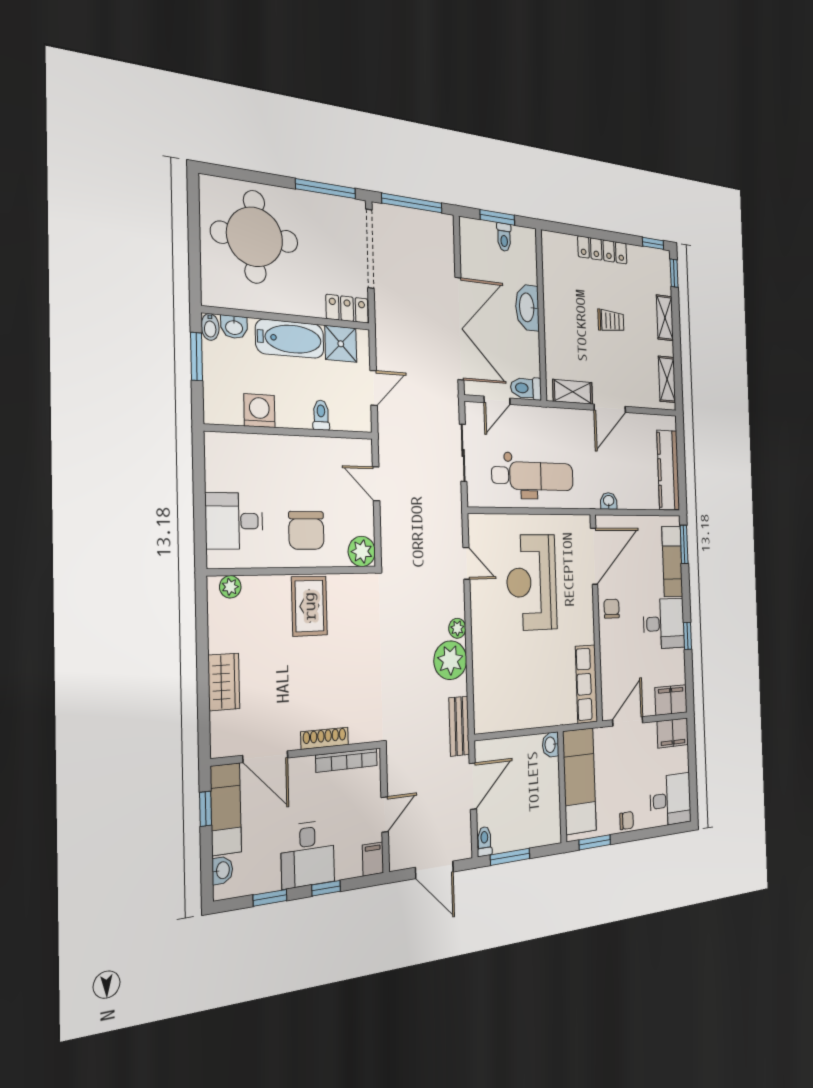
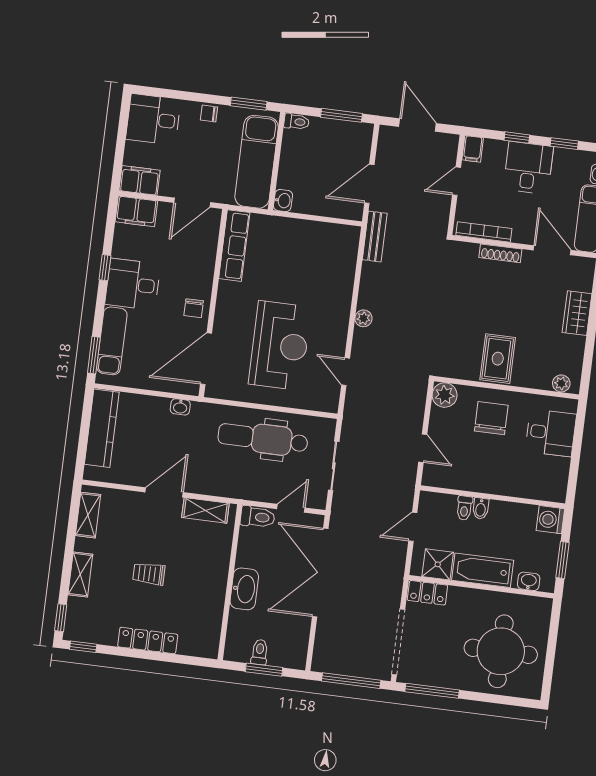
bidet: (210, 327) -> (481, 508), moved, turned 180
washing machine: (259, 411) -> (550, 520), moved, turned 90
plant: (450, 660) -> (375, 293), removed
toilet: (484, 841) -> (297, 122), moved, turned -90

